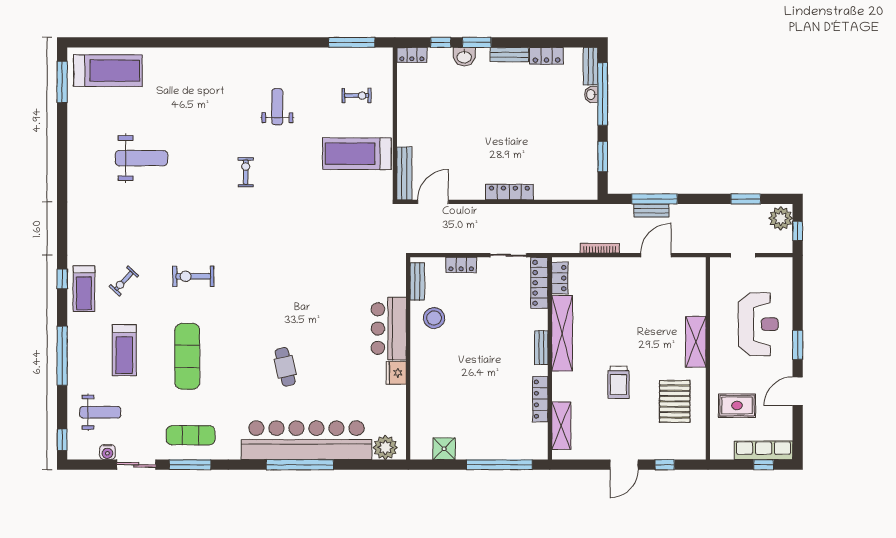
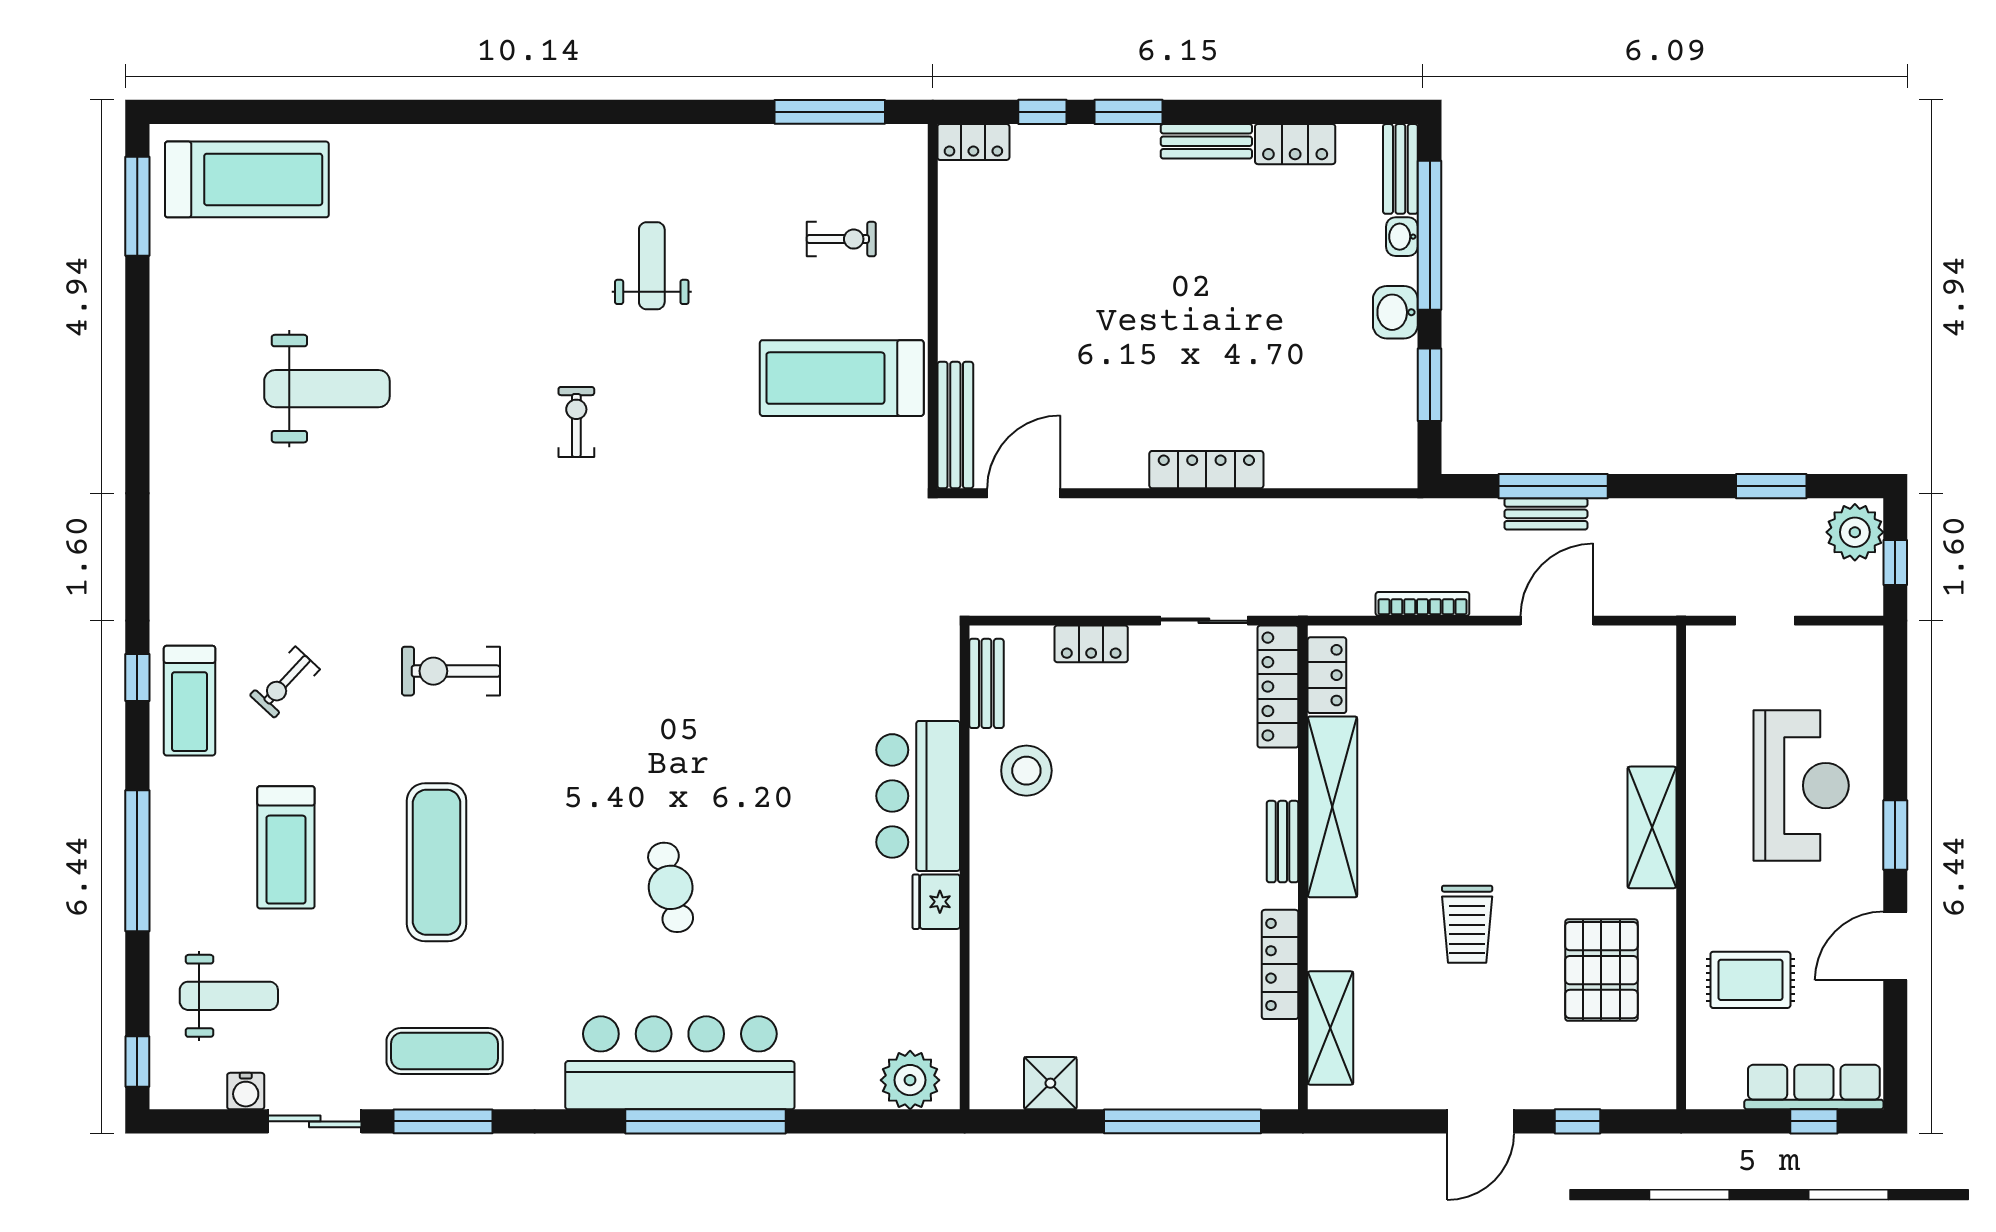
washbasin: (464, 57) -> (1395, 312), moved, turned 90
bar counter: (306, 440) -> (680, 1063), width x0.73

